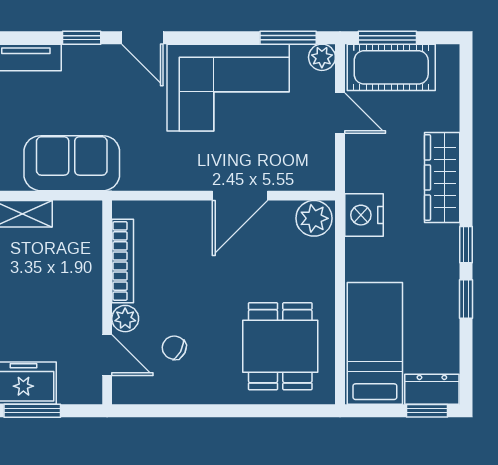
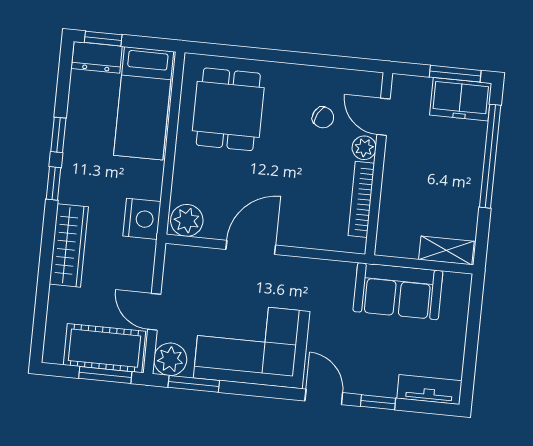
plant: (322, 57) -> (170, 359), width x1.38, depth x1.38

